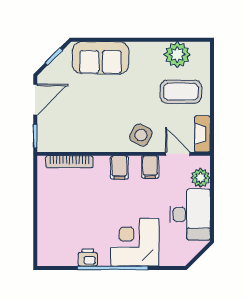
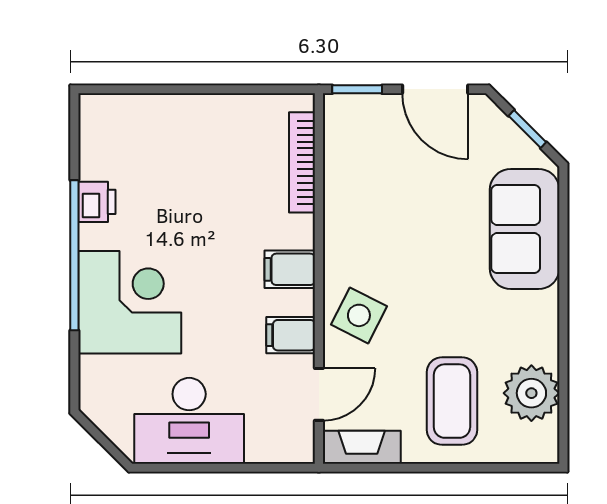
plant: (201, 178) -> (268, 443), removed

